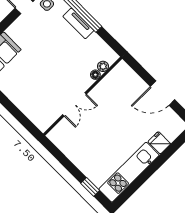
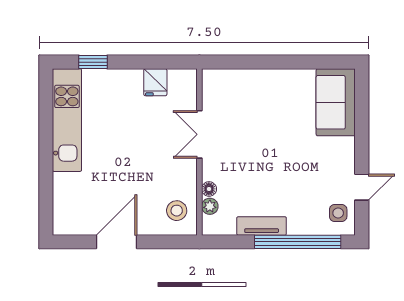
tv unit: (78, 23) -> (262, 226), moved
stool: (120, 80) -> (177, 211), added
fridge: (159, 143) -> (155, 82), moved, turned 90

